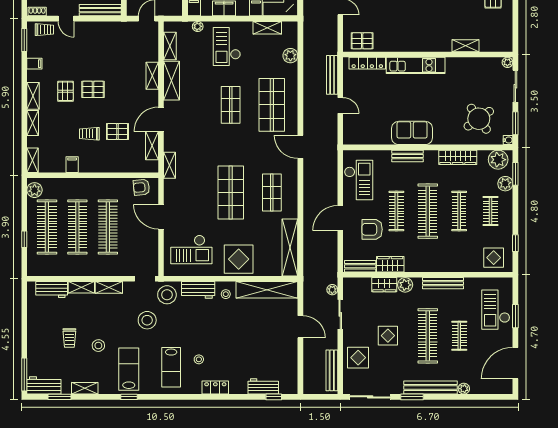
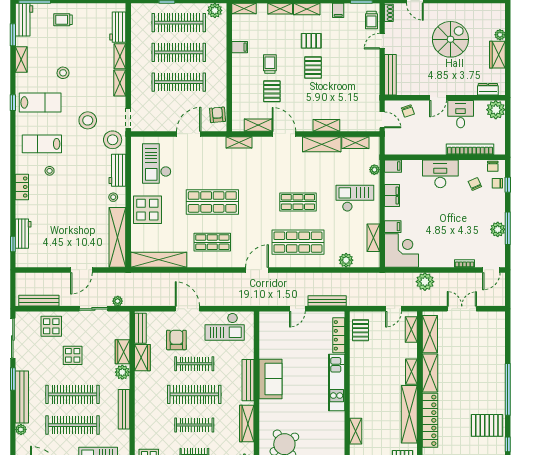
bench: (408, 156) -> (248, 380), width x1.36
clothes rail: (459, 336) -> (72, 425), width x1.86, depth x1.31
trolley: (69, 338) -> (63, 20), moved

